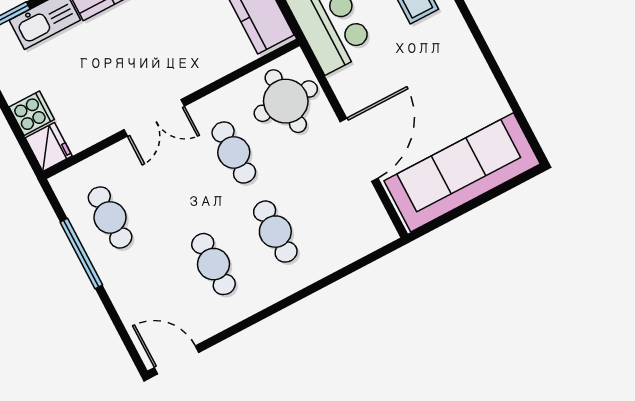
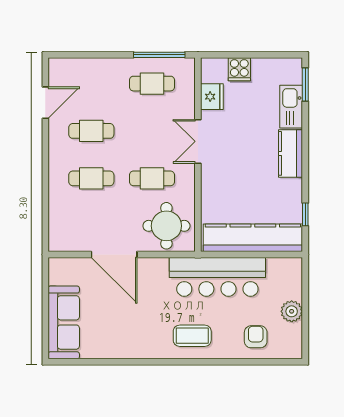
fridge: (49, 147) -> (212, 97), moved, turned -90
sofa: (462, 172) -> (64, 322), width x0.74, depth x0.79
window: (81, 254) -> (159, 55), moved
door: (177, 360) -> (45, 103), moved

